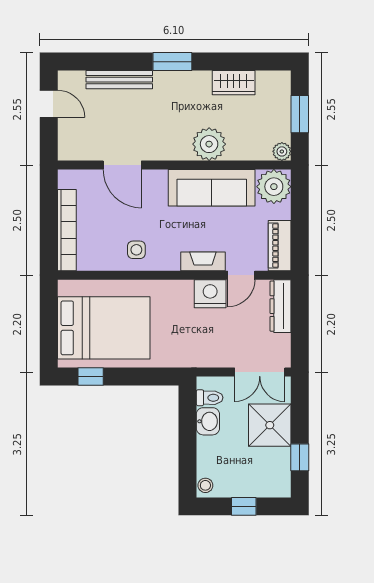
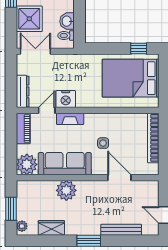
plant: (282, 151) -> (22, 226), moved
side table: (136, 250) -> (103, 143), moved

